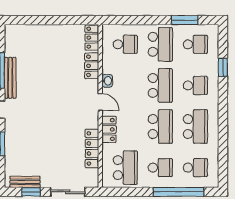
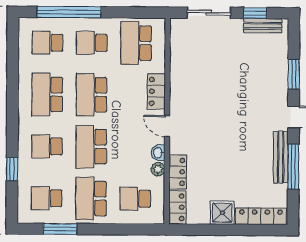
shower: (56, 34) -> (222, 213), added
plant: (107, 68) -> (158, 169), added
locker: (92, 148) -> (261, 216), moved, turned -90

